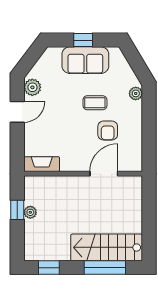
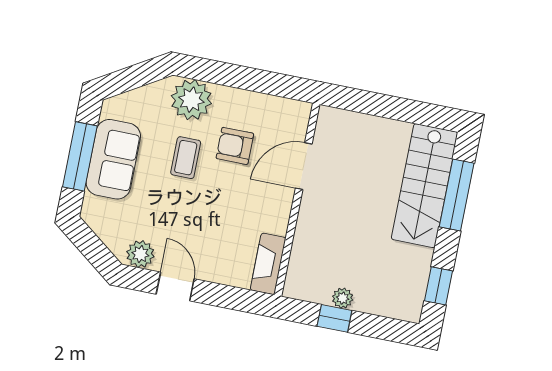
window: (83, 40) -> (80, 156), width x2.17
plant: (136, 93) -> (191, 100), width x1.88, depth x1.88
armchair: (108, 130) -> (235, 146), turned 180
door: (104, 174) -> (304, 166), hinge flipped

